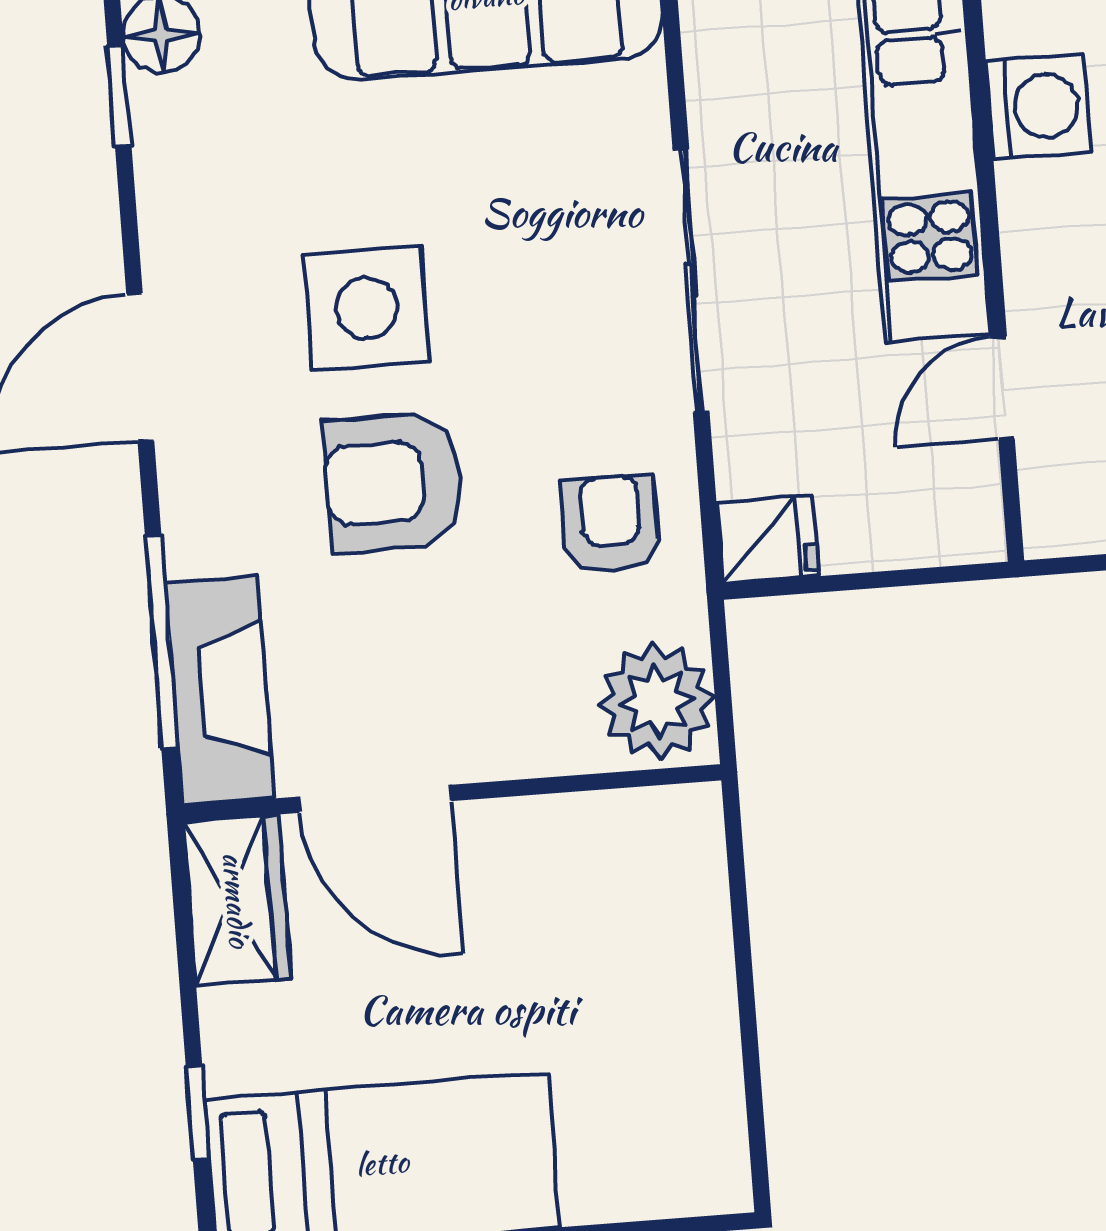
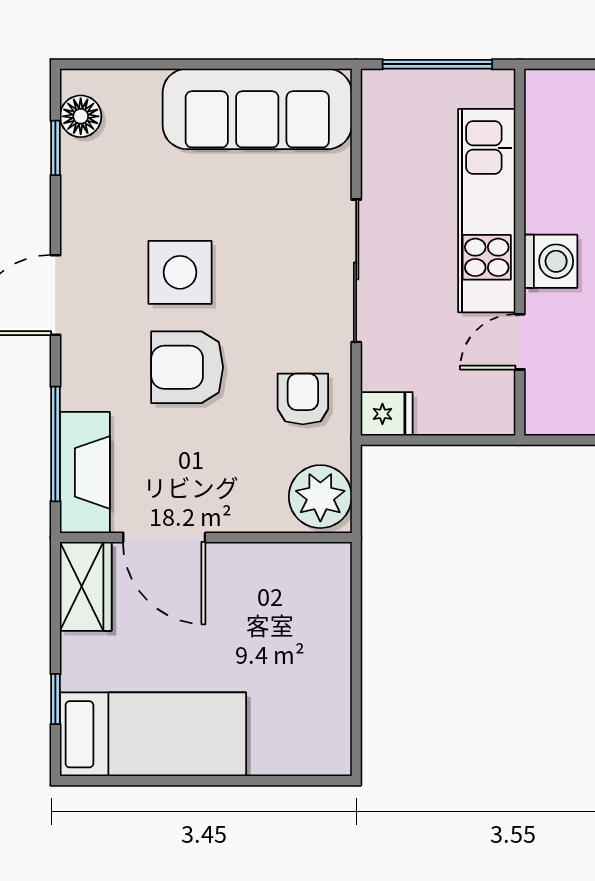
washing machine: (1038, 106) -> (551, 261), moved

